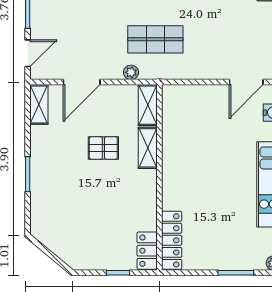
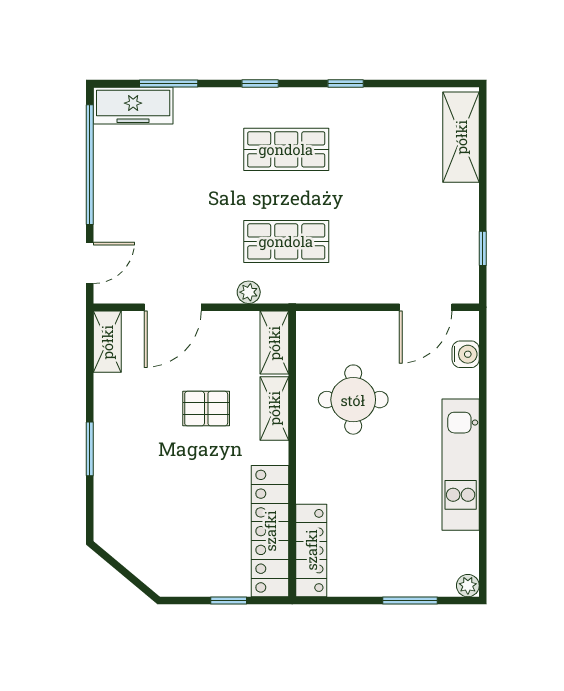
round table: (199, 142) -> (353, 400), added
locker: (147, 251) -> (270, 531), width x2.16, depth x1.21

